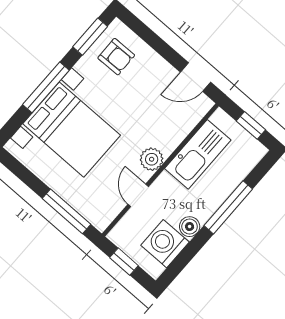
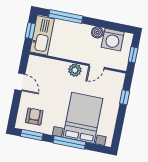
door: (195, 77) -> (20, 82), moved
kitchen sink: (198, 154) -> (42, 35), moved, turned 90
window: (228, 207) -> (66, 17), moved
window: (66, 211) -> (125, 97), width x0.46

